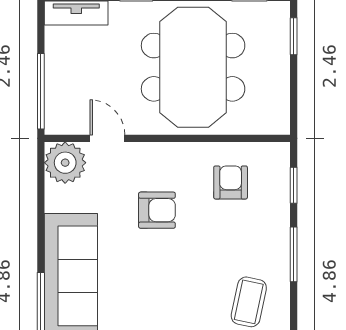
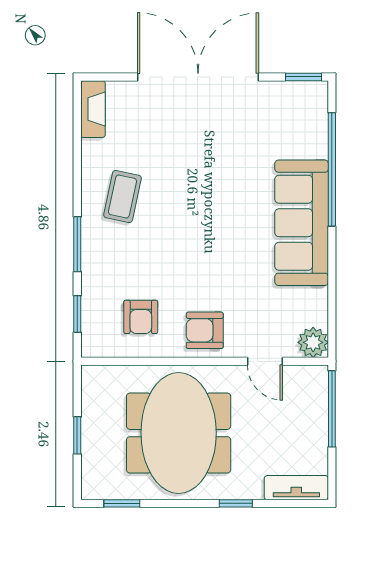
window: (294, 36) -> (77, 435), moved
plant: (65, 163) -> (313, 342), width x0.73, depth x0.73
armchair: (157, 210) -> (205, 330), moved

